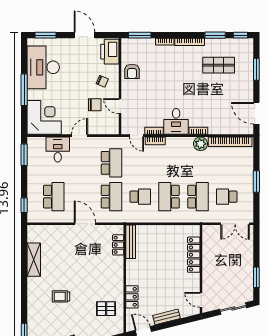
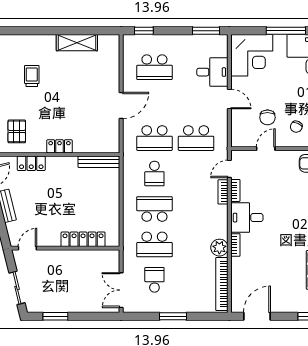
locker: (118, 245) -> (60, 146), moved

